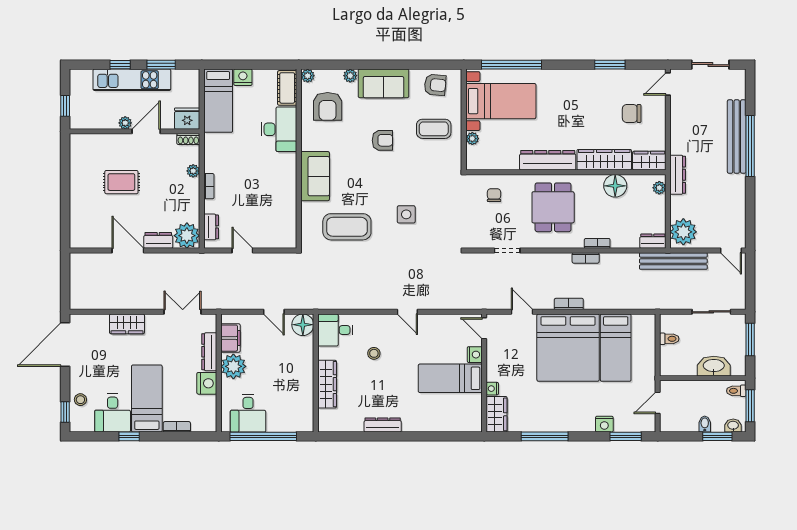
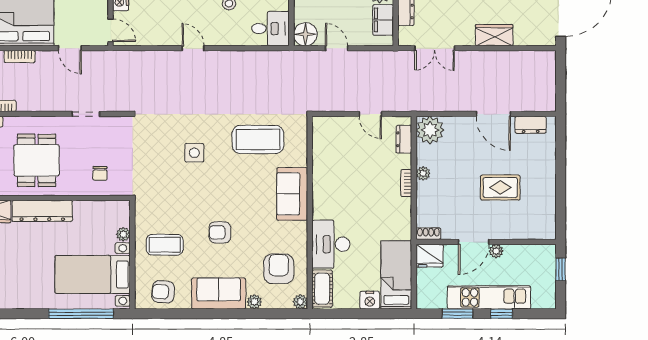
plant: (193, 171) -> (423, 173), moved
dresser: (158, 240) -> (531, 125), moved

